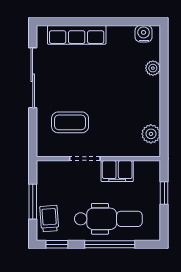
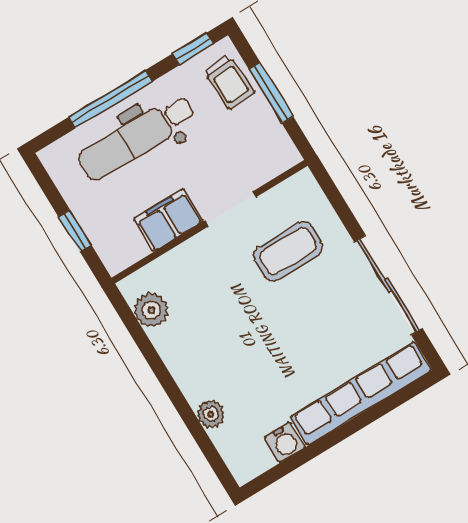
water cooler: (144, 34) -> (285, 442), moved
row of seats: (77, 35) -> (361, 394), width x1.36

